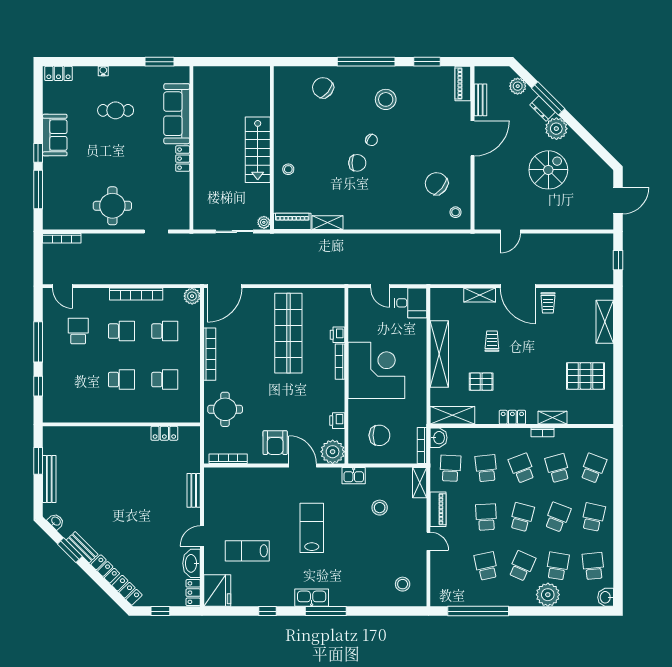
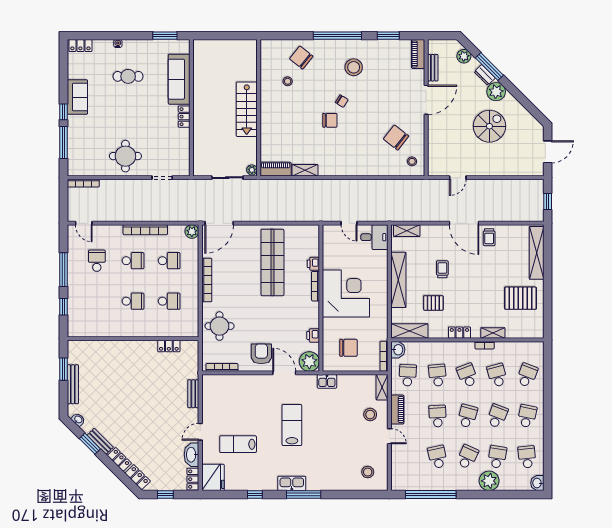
stool: (288, 169) -> (288, 81), moved
shelving: (480, 295) -> (407, 231), moved
shelving: (605, 322) -> (537, 253), width x1.47
armchair: (275, 443) -> (261, 354), turned 180
stool: (380, 508) -> (370, 415), moved

